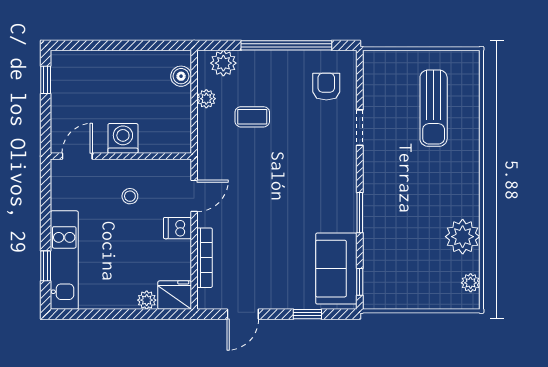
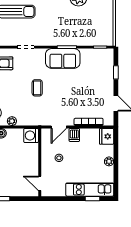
coffee table: (252, 117) -> (37, 88), moved
washing machine: (123, 138) -> (31, 136), moved
door: (194, 196) -> (59, 127), swing flipped
sofa: (336, 269) -> (63, 58), moved
plant: (147, 300) -> (109, 161), moved

